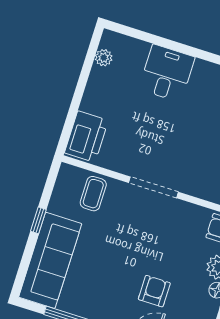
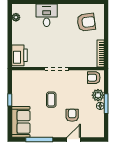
coffee table: (93, 194) -> (51, 100), moved
sofa: (50, 260) -> (21, 122), width x0.73

